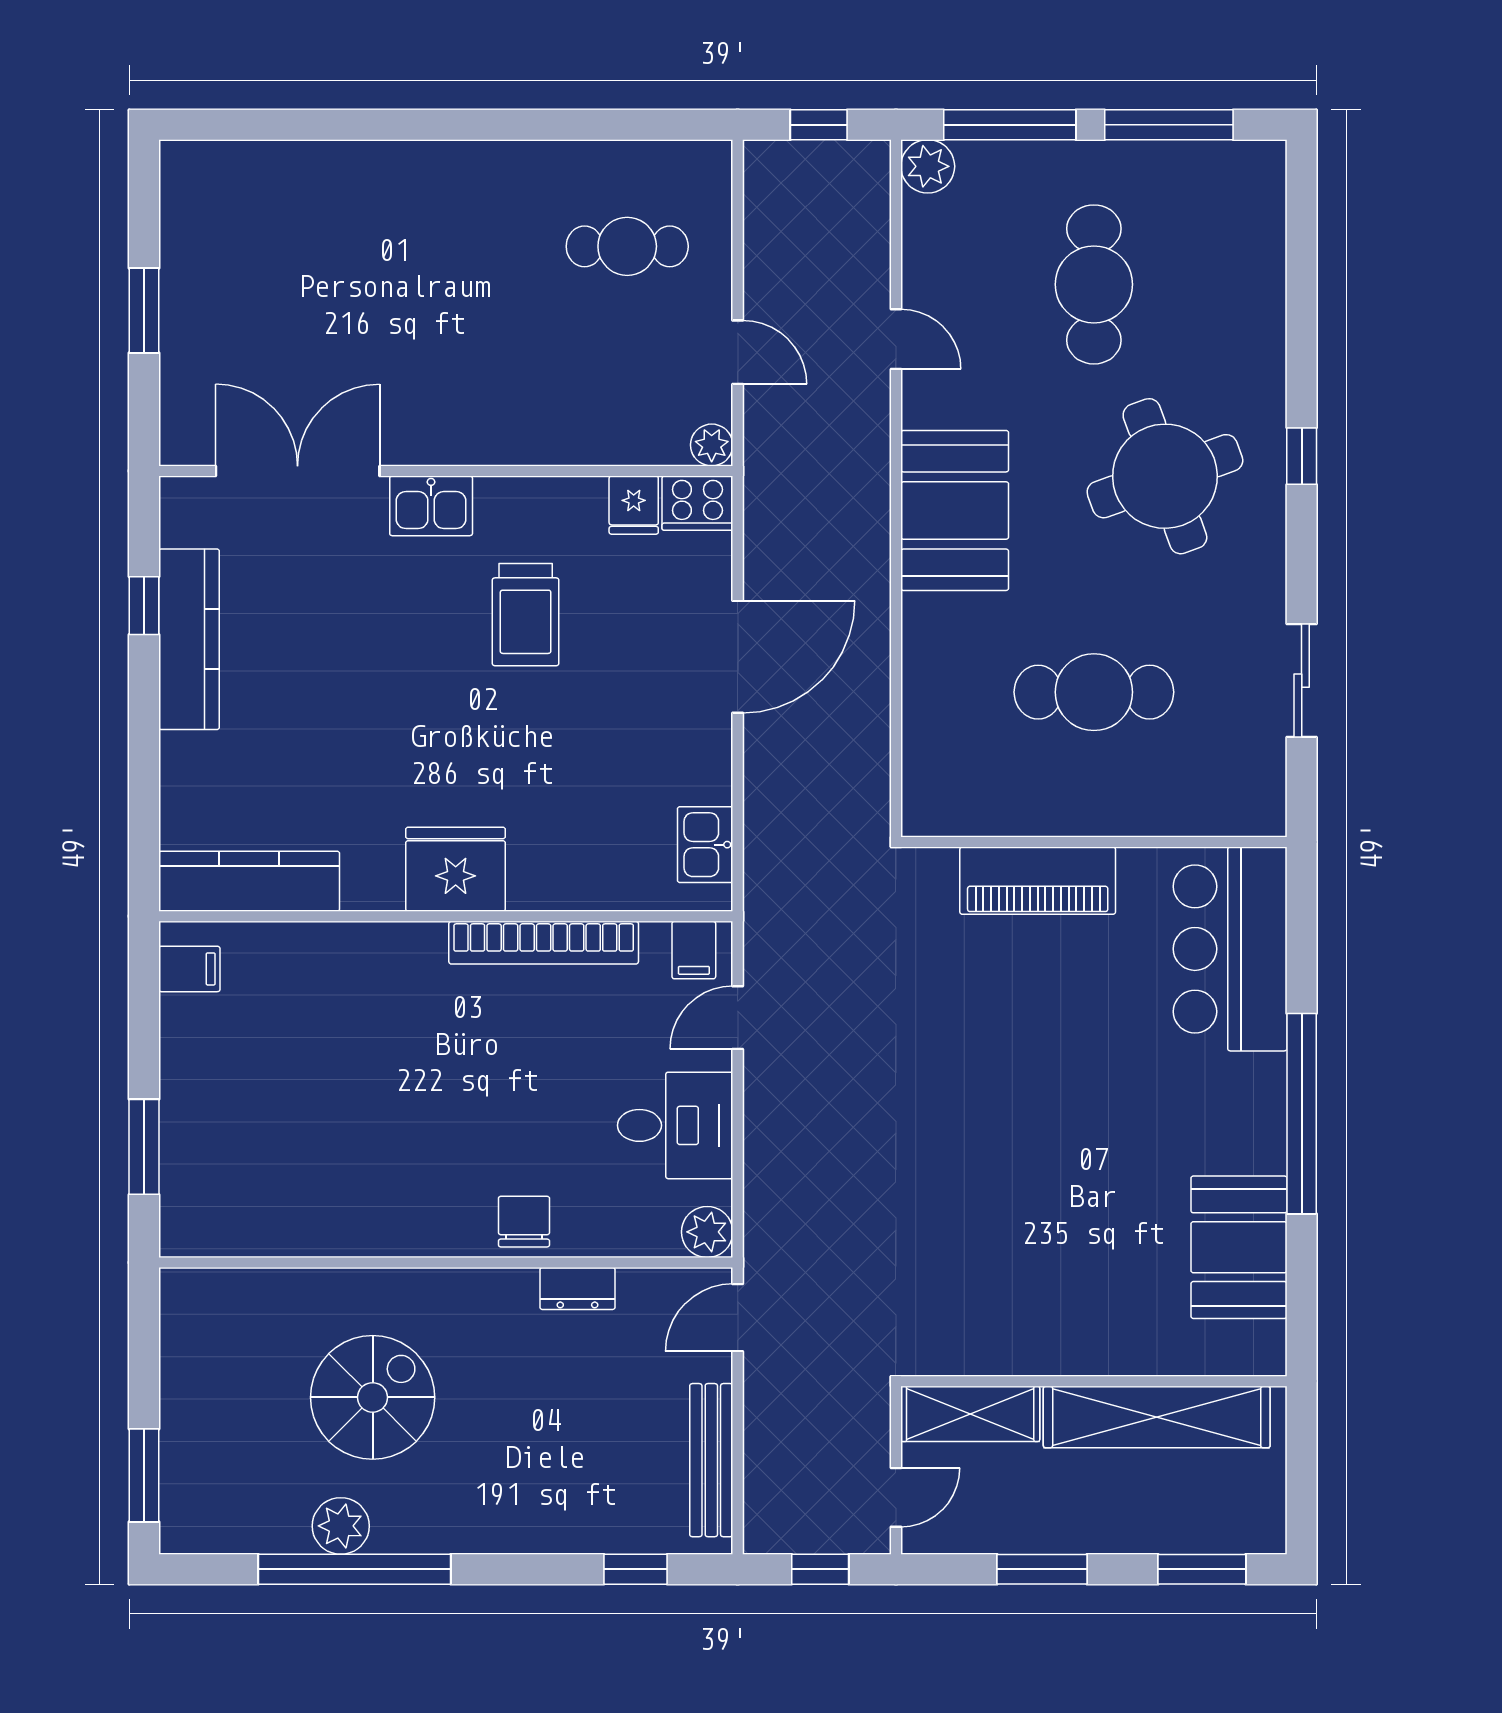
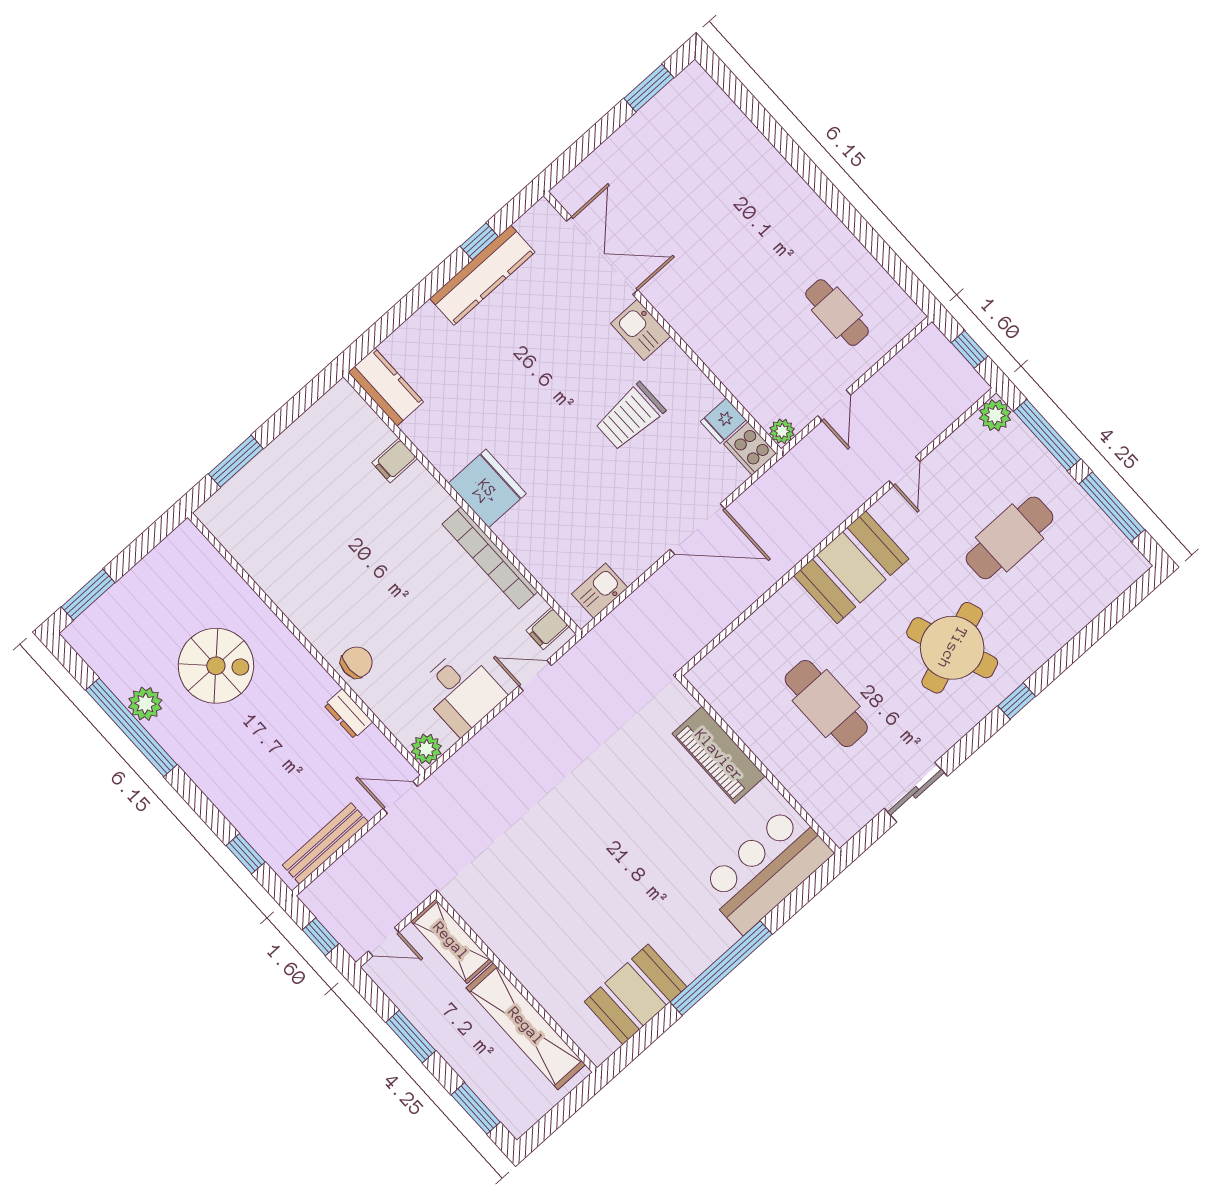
window: (144, 311) -> (649, 88), moved
kitchen counter: (249, 881) -> (386, 387), width x0.67
filing cabinet: (189, 969) -> (395, 461), moved, turned 90

